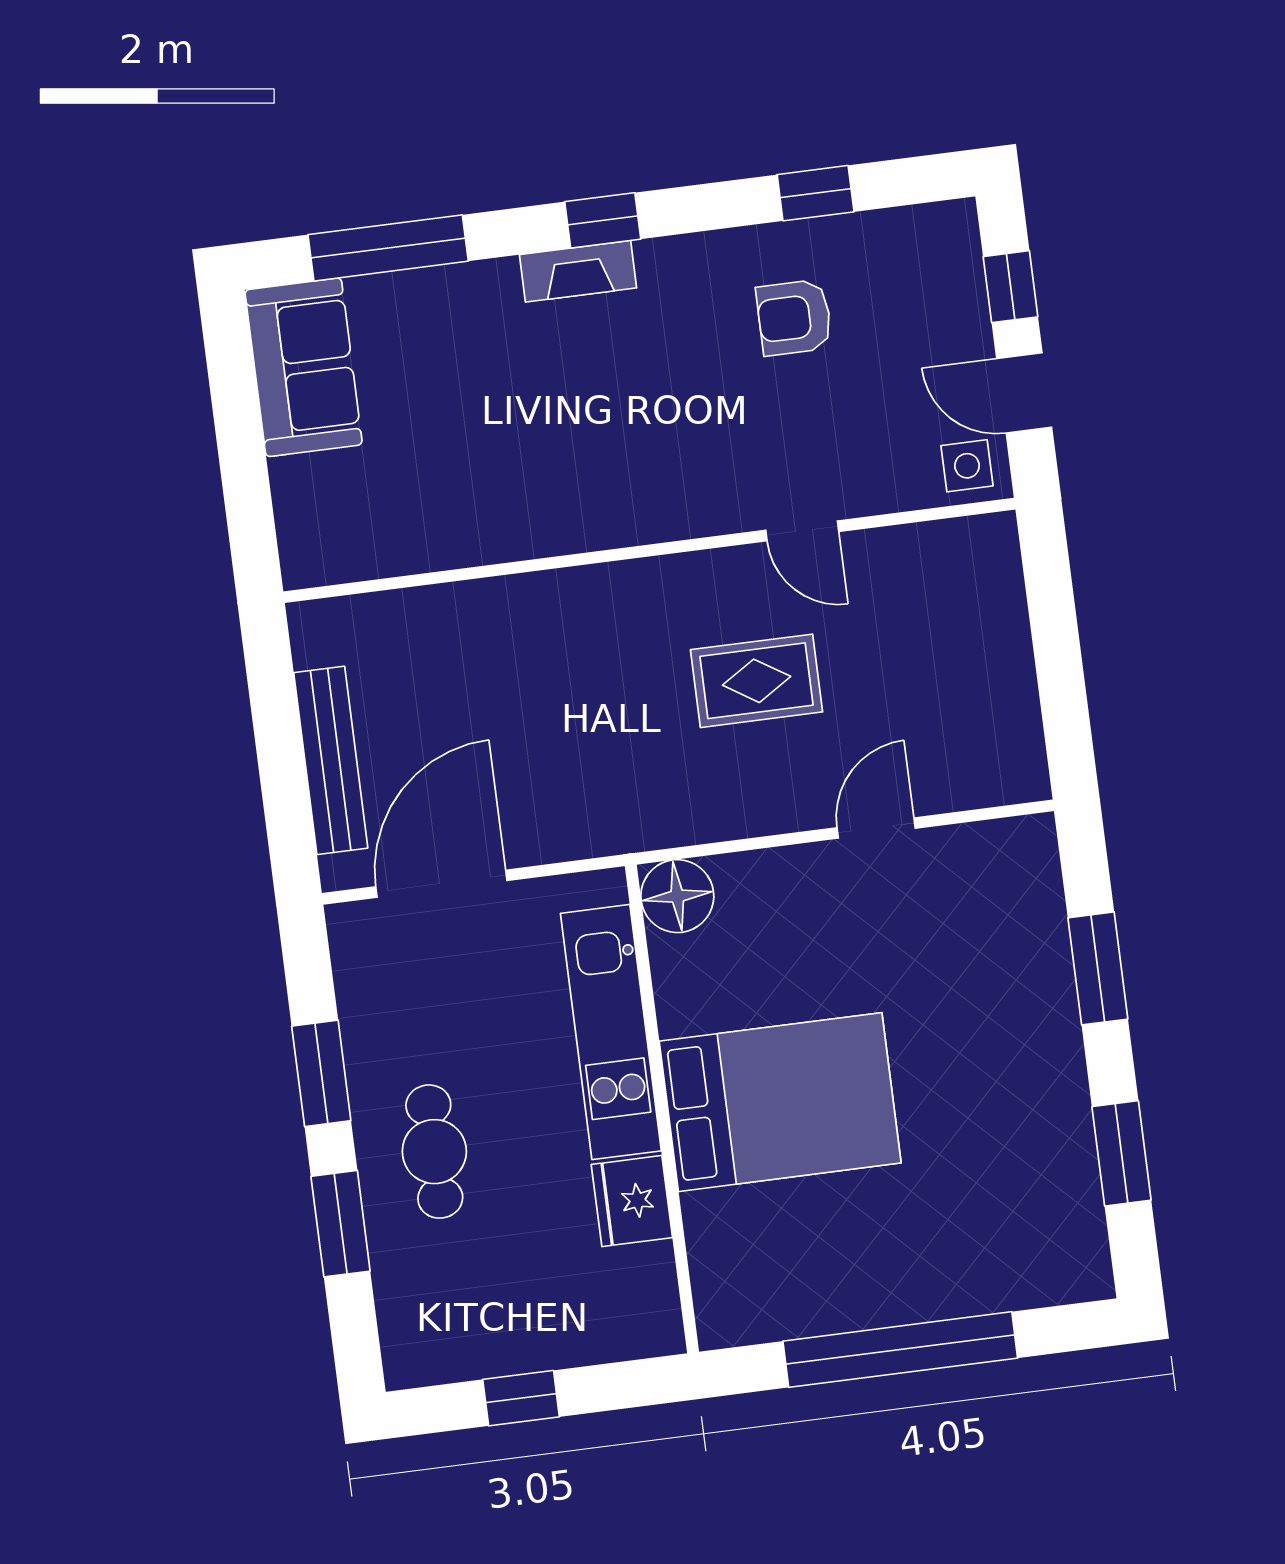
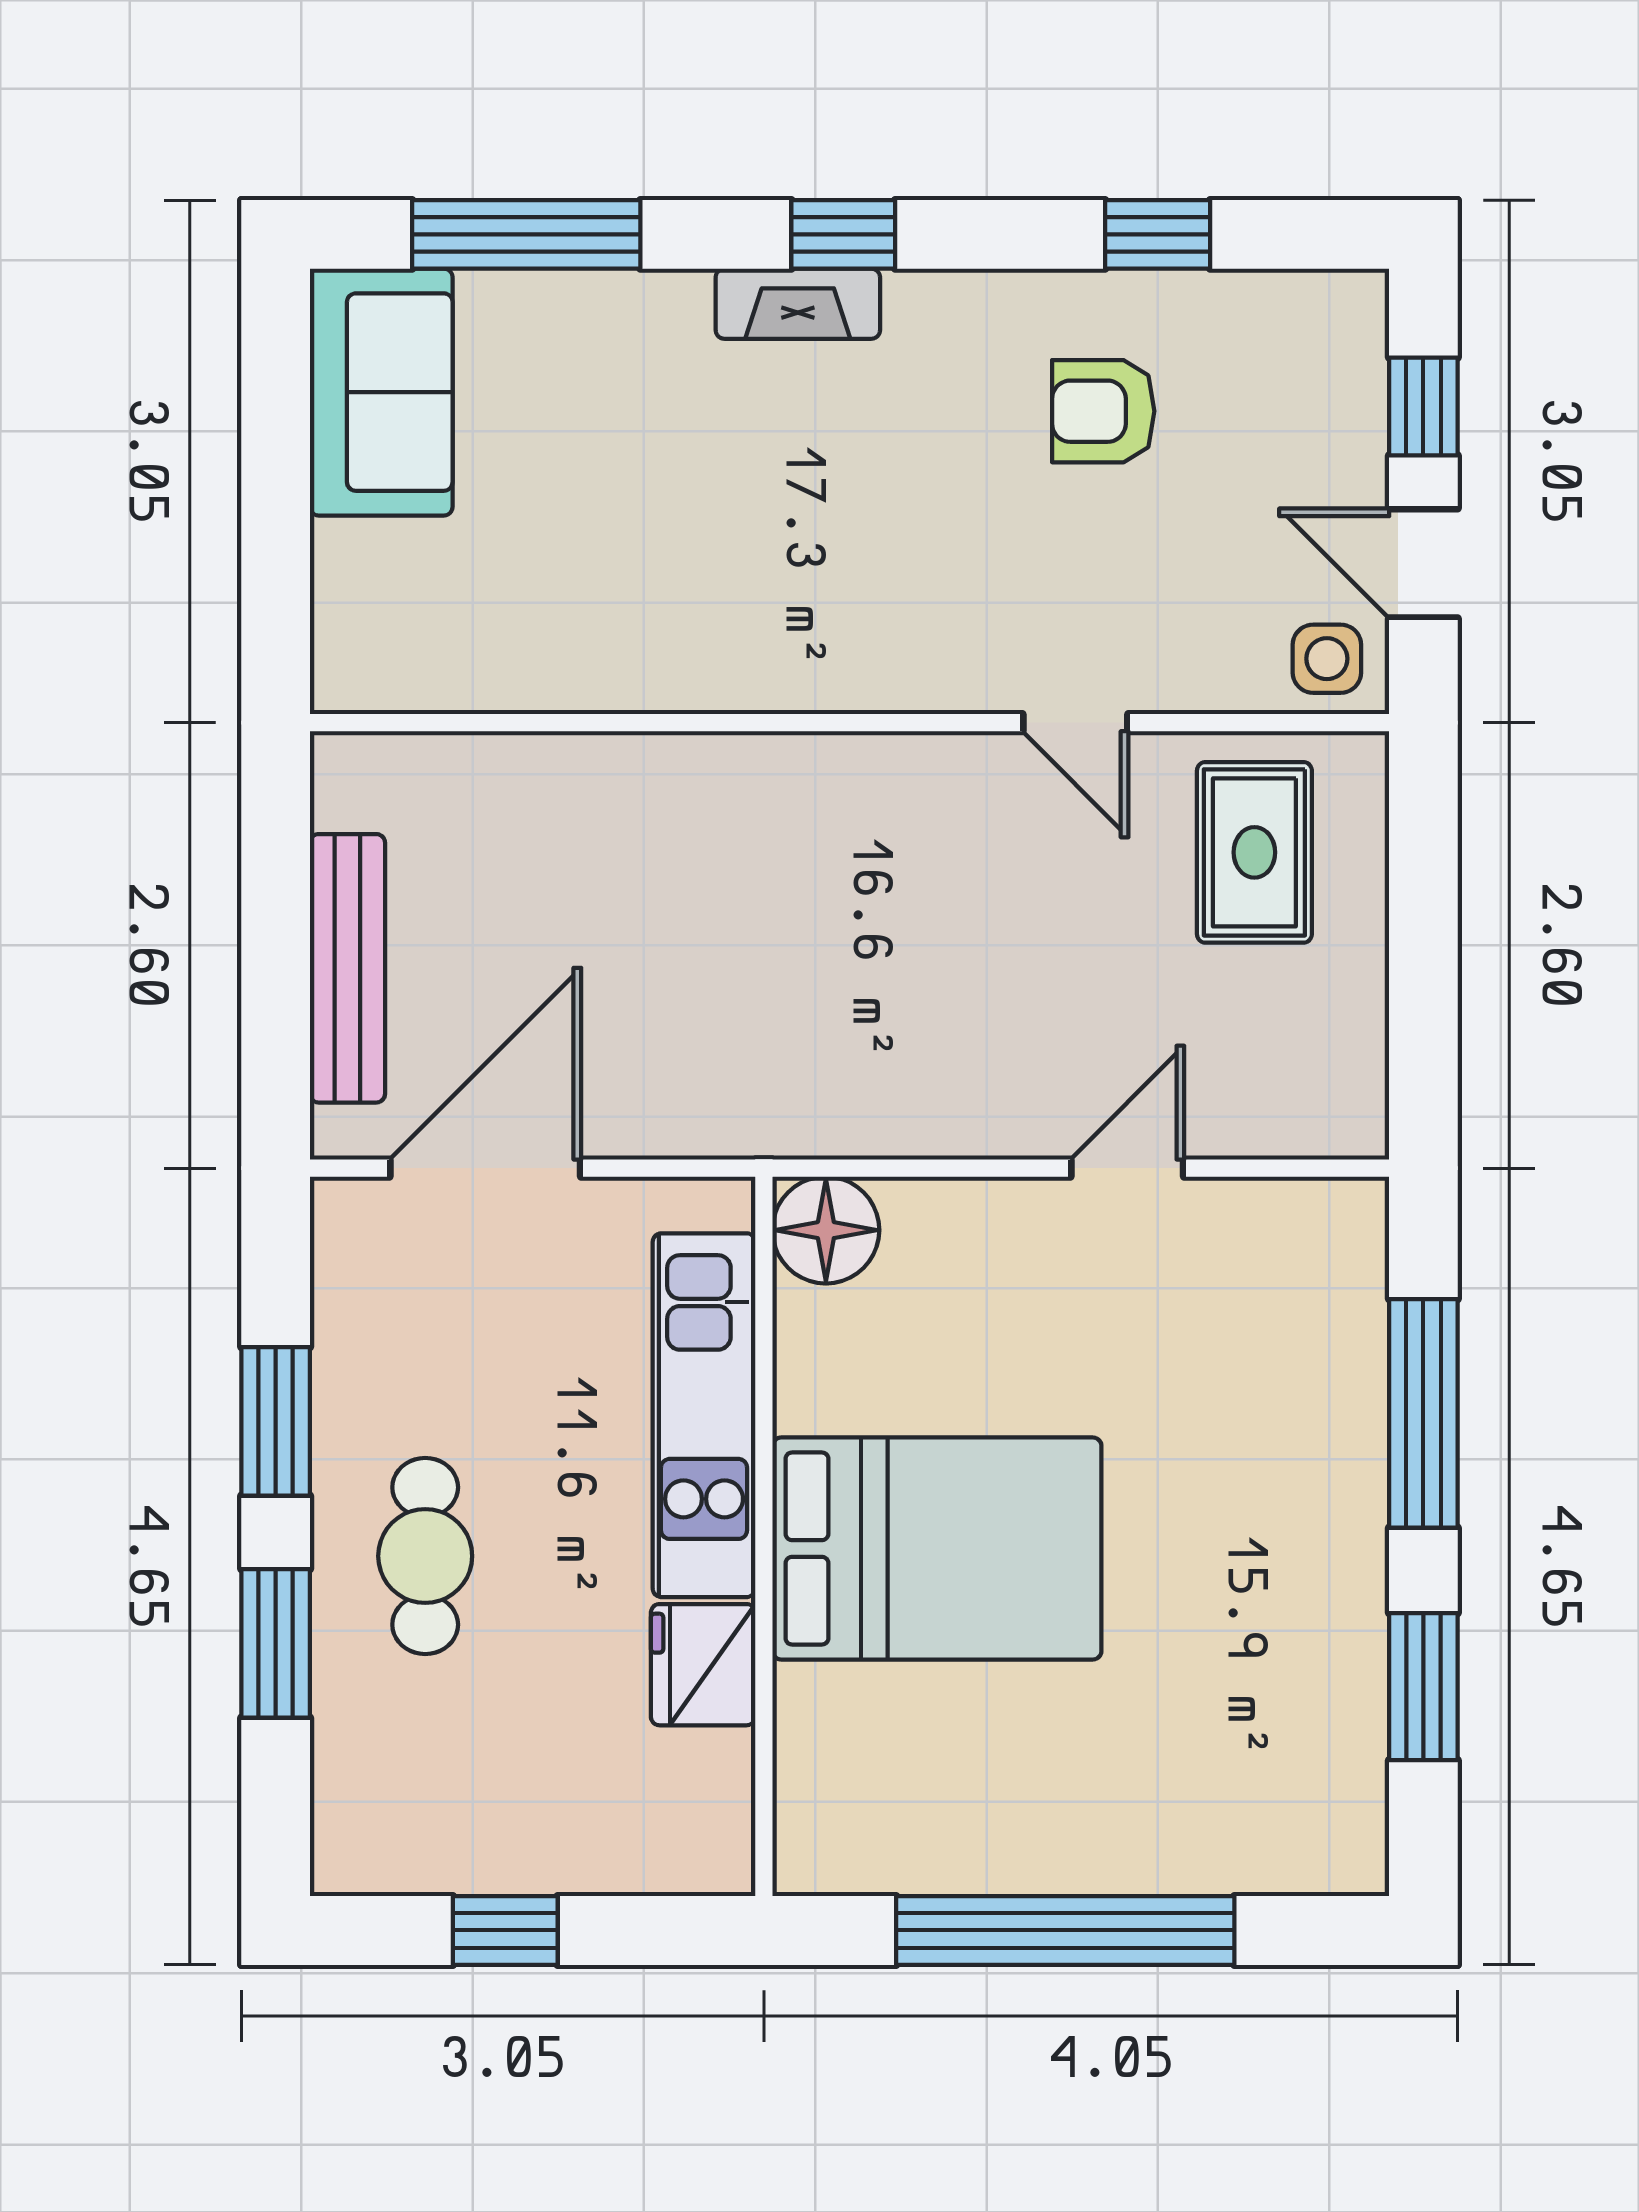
rug: (757, 681) -> (1254, 852), moved, turned 90
window: (1098, 968) -> (1423, 1413), width x1.44

